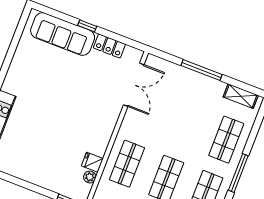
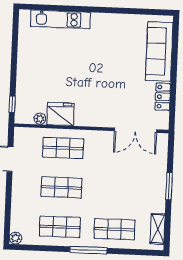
window: (87, 26) -> (174, 71), removed
window: (202, 70) -> (169, 186), width x0.69
fridge: (92, 162) -> (60, 114), width x1.88, depth x1.34

